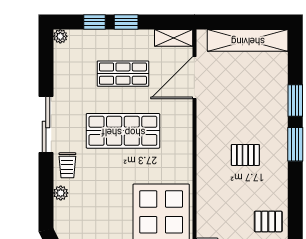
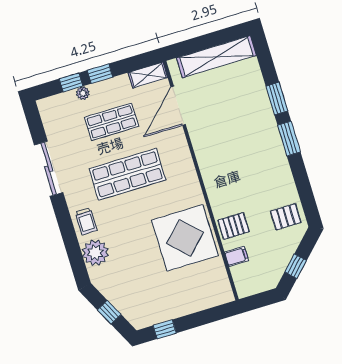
plant: (60, 36) -> (83, 93), moved
sliding door: (46, 125) -> (49, 169), moved
pallet: (245, 155) -> (233, 226), moved
plant: (61, 193) -> (95, 253), width x1.88, depth x1.88

